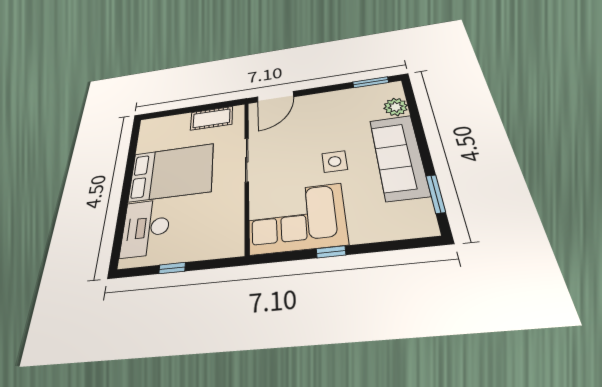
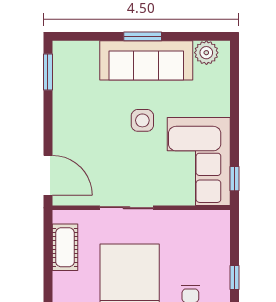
plant: (396, 107) -> (206, 53), moved
window: (436, 194) -> (143, 36), moved
window: (331, 252) -> (234, 179), moved

